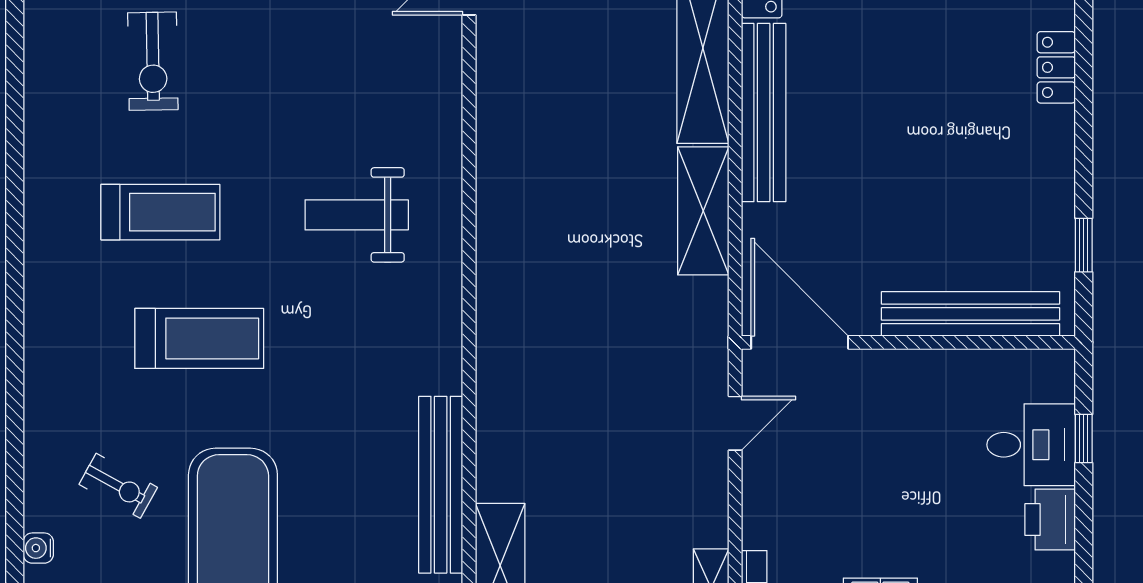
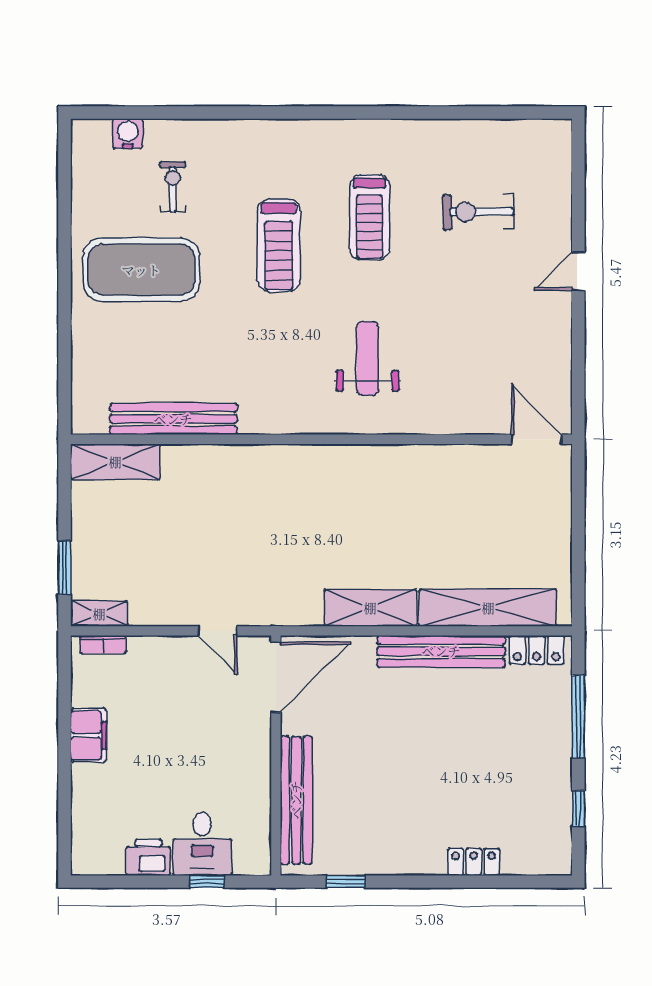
exercise bike: (118, 486) -> (173, 187), turned 151
water cooler: (38, 548) -> (128, 134), width x1.38, depth x1.38

